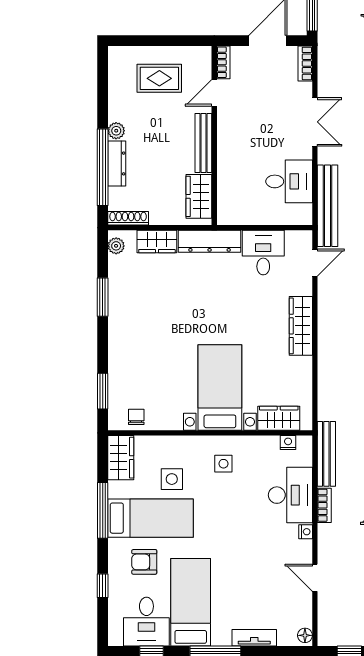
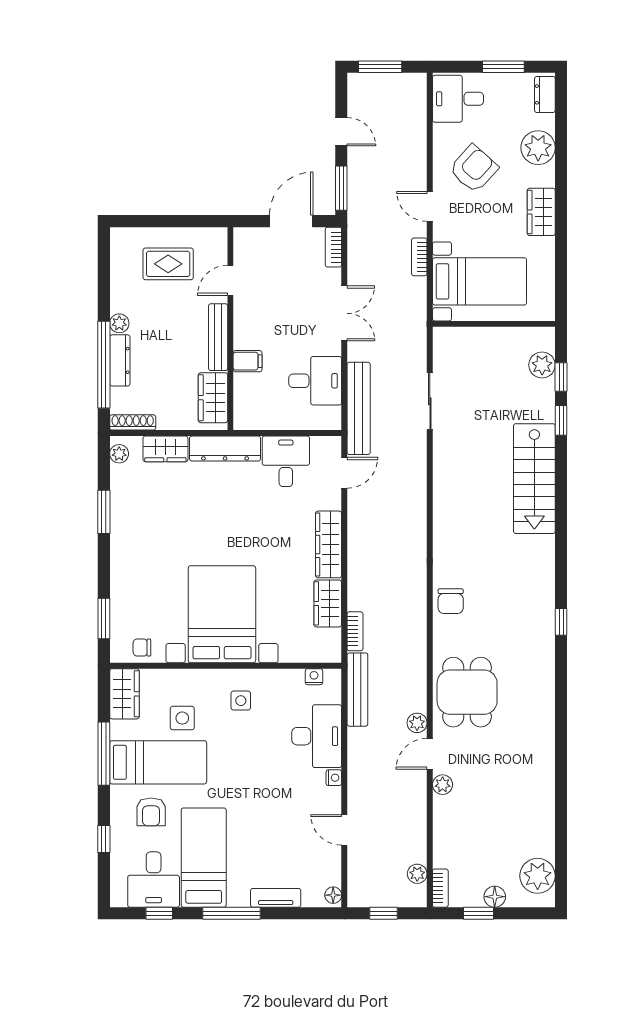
bookcase: (223, 62) -> (241, 246), removed
filing cabinet: (229, 164) -> (248, 361), added
bed with nightstands: (220, 387) -> (222, 614), width x1.36
chair: (136, 417) -> (142, 648), turned -90
wardrobe: (279, 418) -> (328, 603), moved, turned -90
bookcase: (324, 505) -> (355, 631), moved
armchair: (144, 562) -> (151, 812), turned -90

